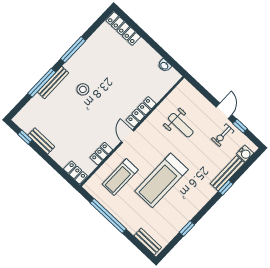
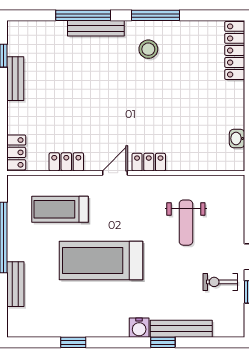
stool: (83, 89) -> (148, 49), moved
locker: (141, 112) -> (149, 162), width x0.66
water cooler: (245, 153) -> (139, 328), moved
bench: (148, 242) -> (15, 284), moved

